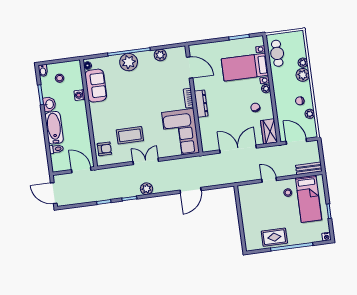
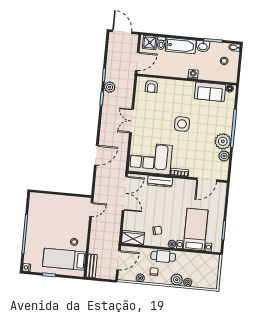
cafe table: (277, 53) -> (163, 256), moved
plant: (129, 62) -> (223, 141), moved
washing machine: (80, 95) -> (193, 74), moved
dresser: (201, 104) -> (160, 181), moved
side table: (137, 107) -> (182, 124), added
coffee table: (130, 135) -> (158, 112), removed
double door: (238, 149) -> (125, 193), moved
shower: (58, 161) -> (150, 43), added
double door: (146, 161) -> (132, 121), swing flipped
door: (269, 180) -> (91, 209), moved
plant: (147, 189) -> (110, 87), moved
door: (191, 190) -> (96, 155), swing flipped
door: (54, 193) -> (122, 32), hinge flipped
rug: (274, 237) -> (37, 221), removed

